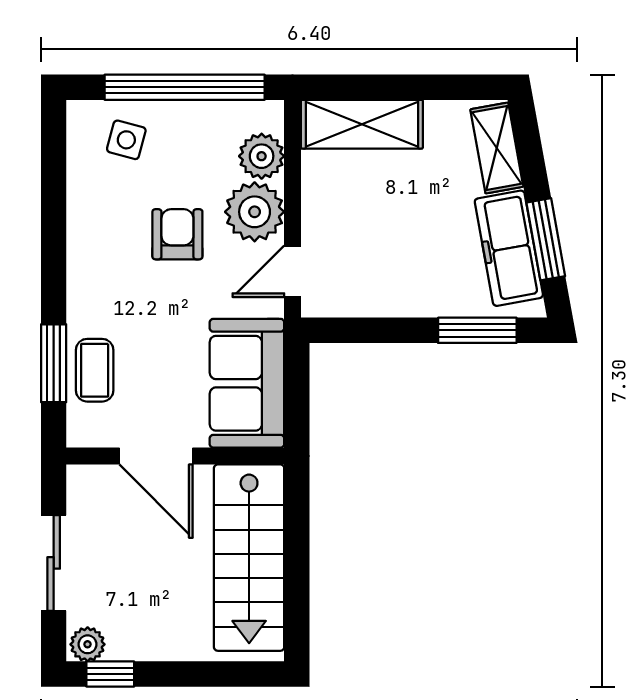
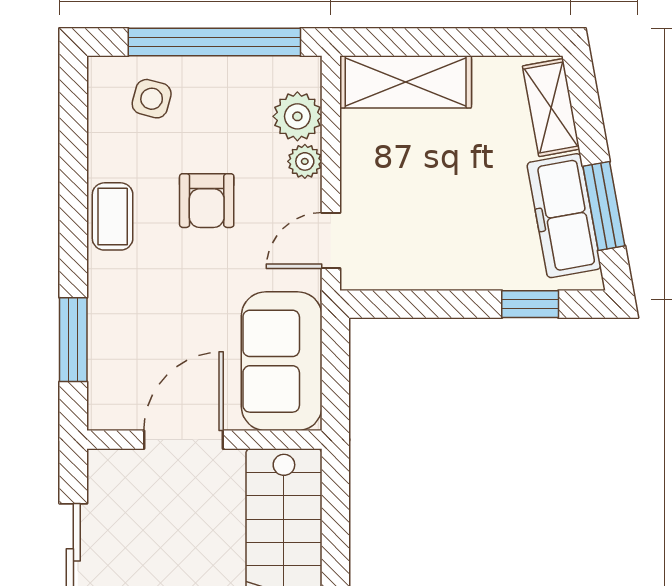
plant: (255, 212) -> (305, 161), width x0.53, depth x0.53
armchair: (177, 234) -> (207, 201), turned 180
window: (477, 330) -> (530, 304), width x0.67
coffee table: (95, 370) -> (113, 216), moved
door: (156, 456) -> (184, 440), swing flipped

